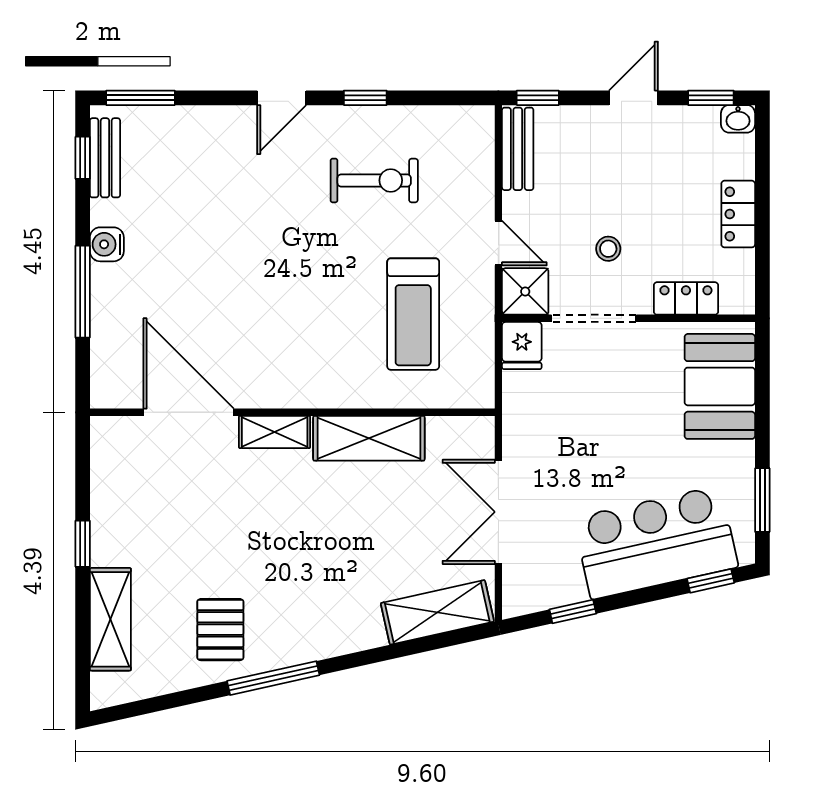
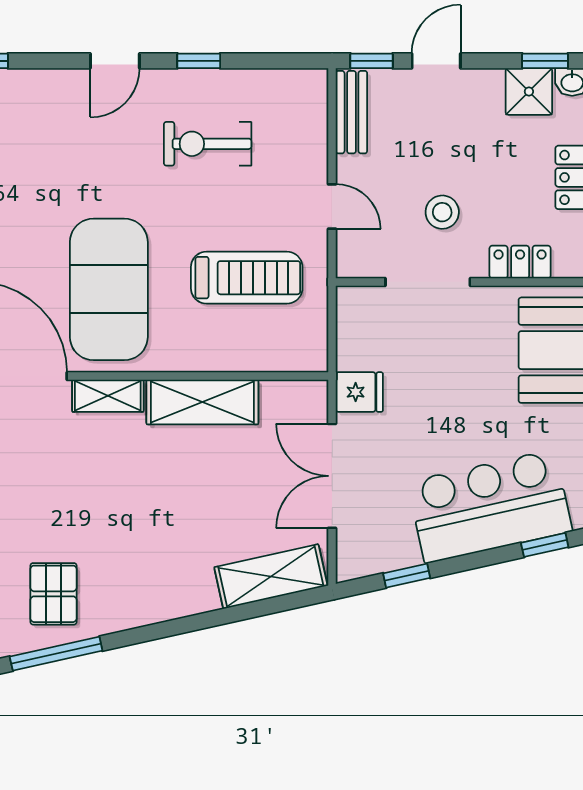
door: (633, 98) -> (436, 61), moved
exercise bike: (374, 180) -> (208, 144), turned 180
stool: (608, 249) -> (442, 212), width x1.37, depth x1.37
shower: (525, 291) -> (529, 91), moved
treadmill: (413, 314) -> (247, 278), turned -90
exercise mat: (276, 326) -> (109, 289), added
fridge: (522, 346) -> (359, 392), moved, turned -90
window: (273, 678) -> (56, 654), moved

